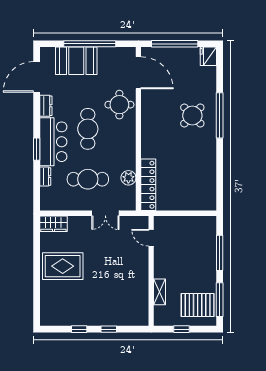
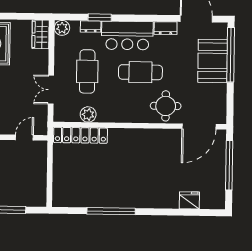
window: (90, 44) -> (231, 55), moved
fridge: (208, 56) -> (189, 200), moved
window: (220, 115) -> (111, 211), moved
round table: (192, 116) -> (153, 183), removed
window: (37, 149) -> (100, 17), moved
plant: (47, 204) -> (62, 28), added

